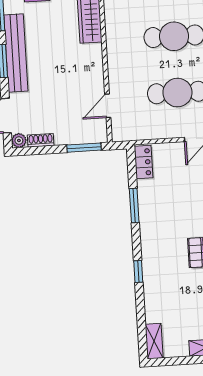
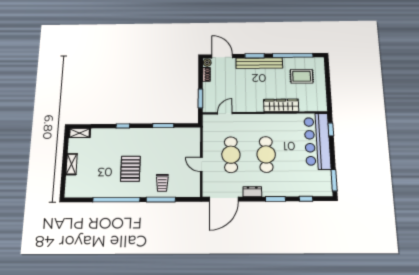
door: (108, 106) -> (225, 113), hinge flipped
locker: (144, 162) -> (189, 132), removed

